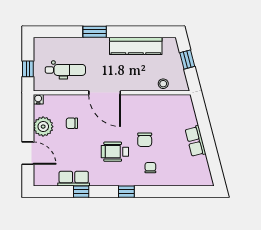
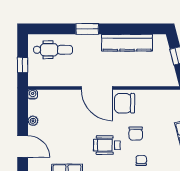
dental chair: (65, 70) -> (53, 50), moved
stool: (163, 84) -> (154, 79), removed
chair: (72, 123) -> (125, 103), moved, width x1.87, depth x1.87
plant: (43, 127) -> (33, 121), width x0.53, depth x0.53

